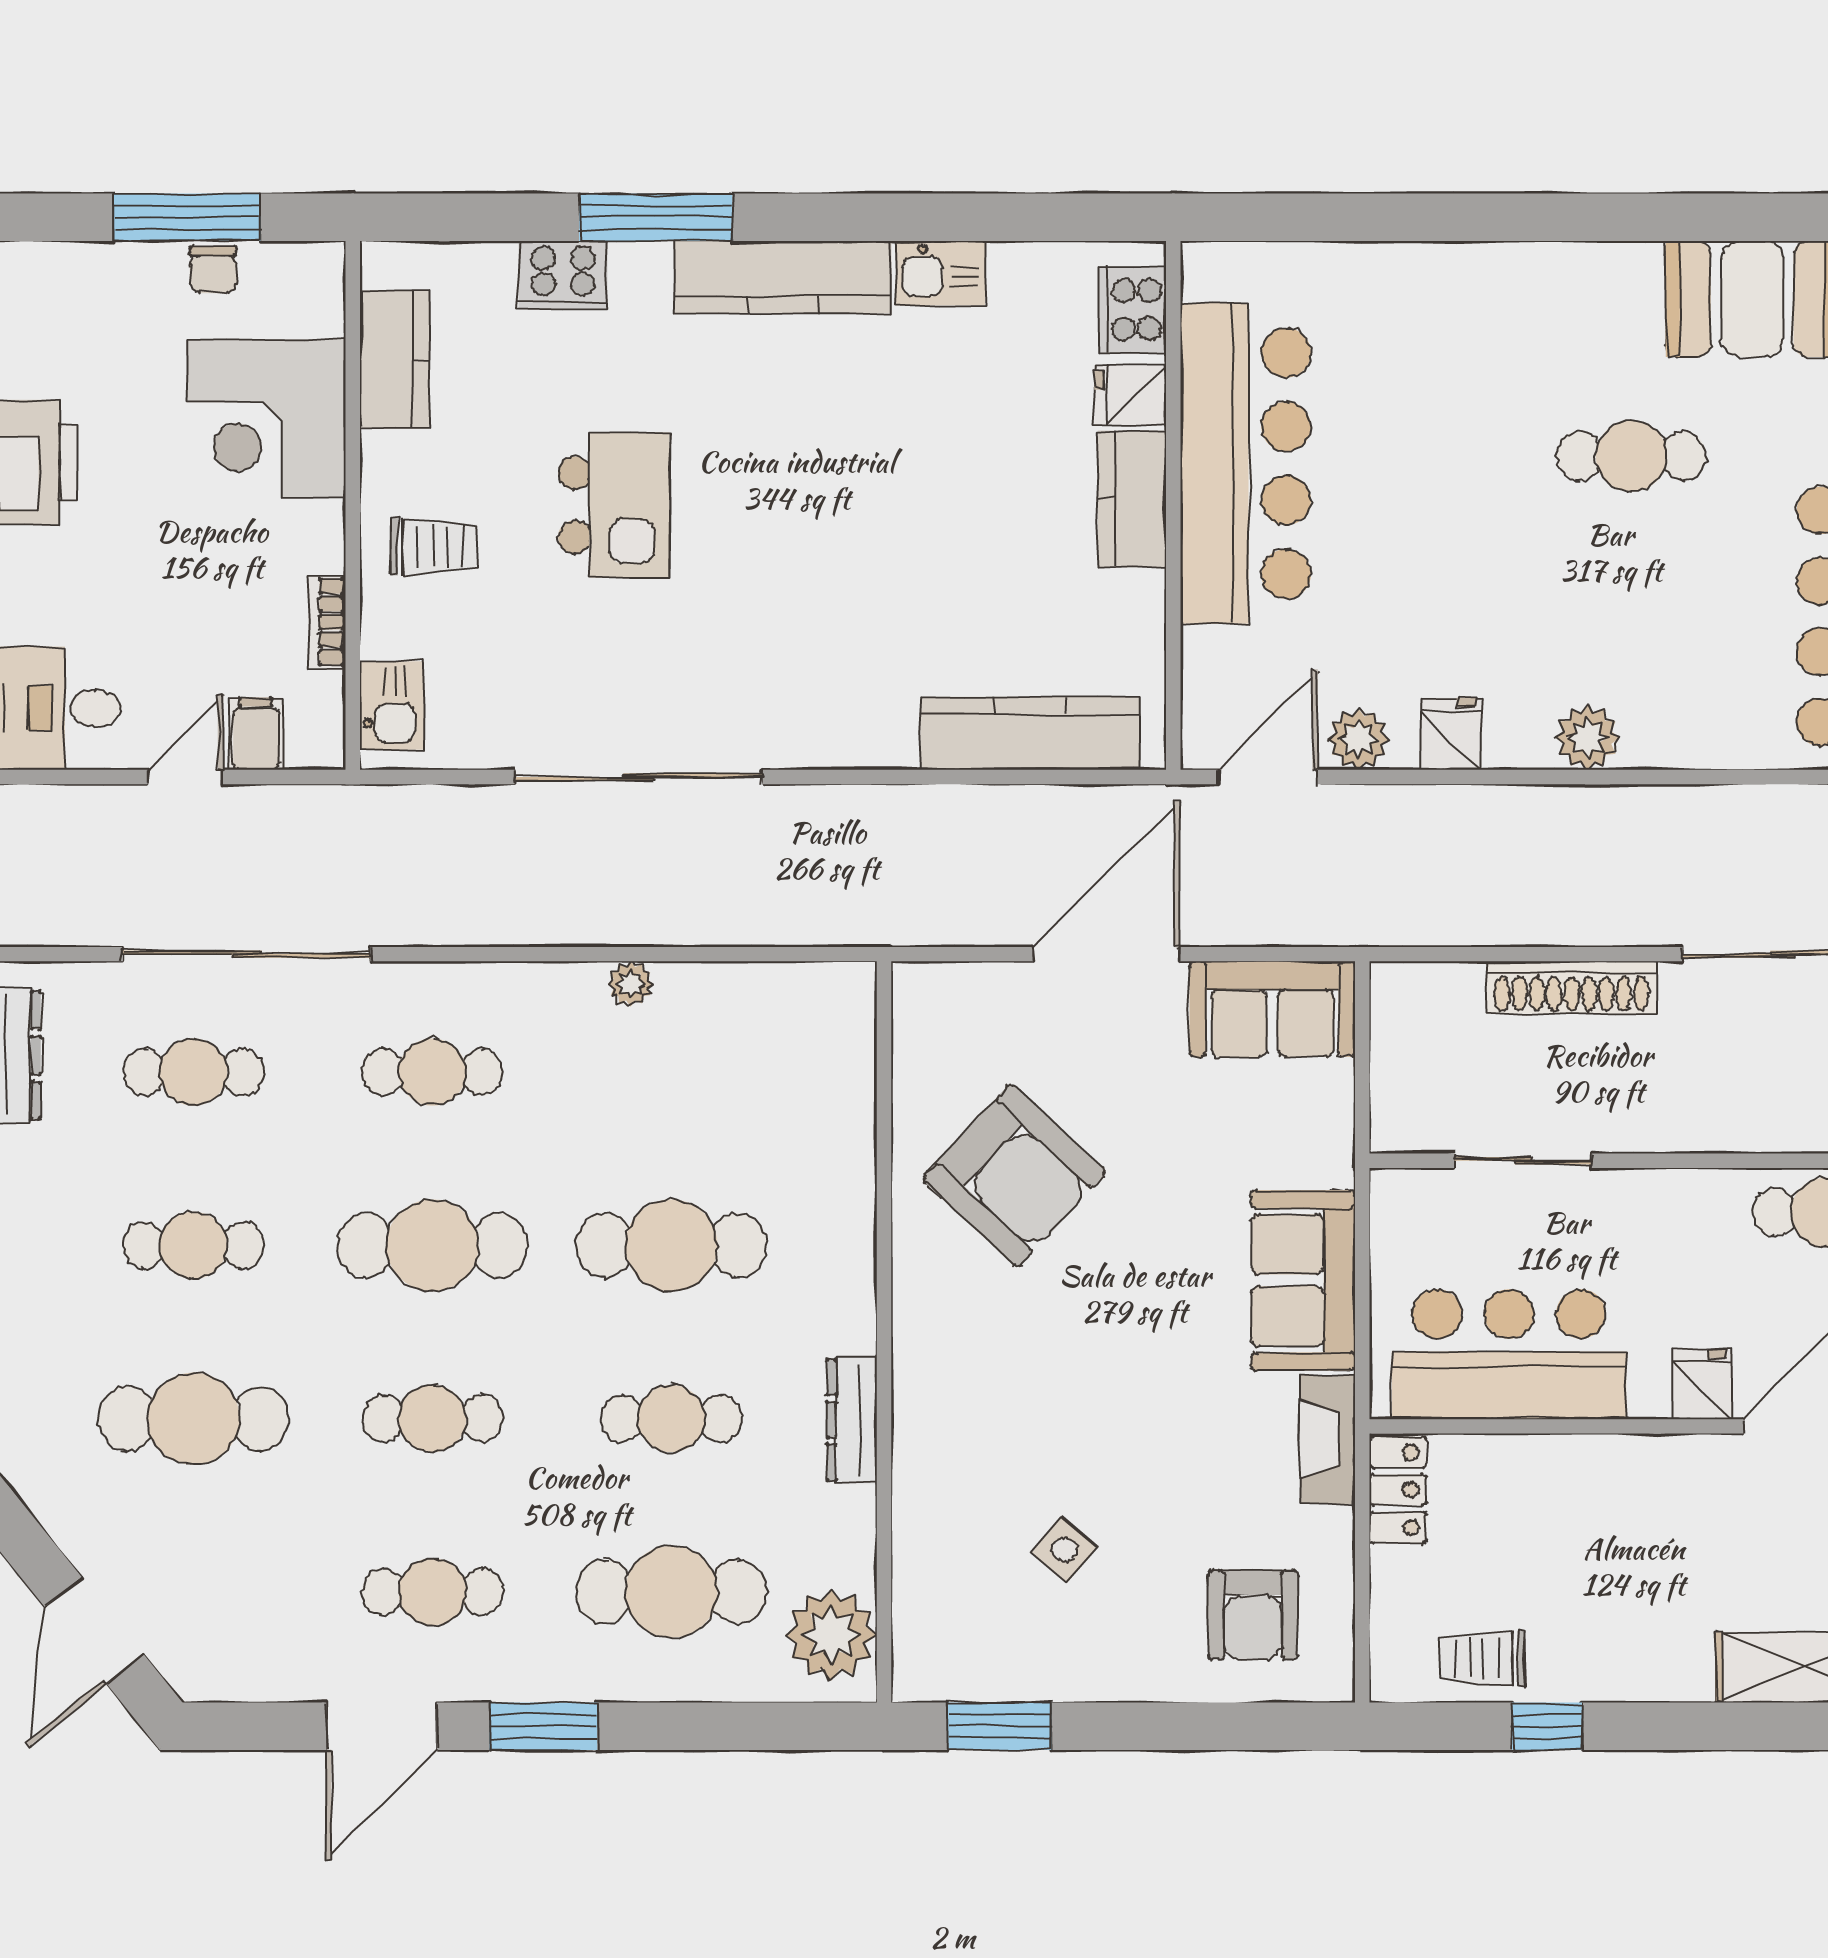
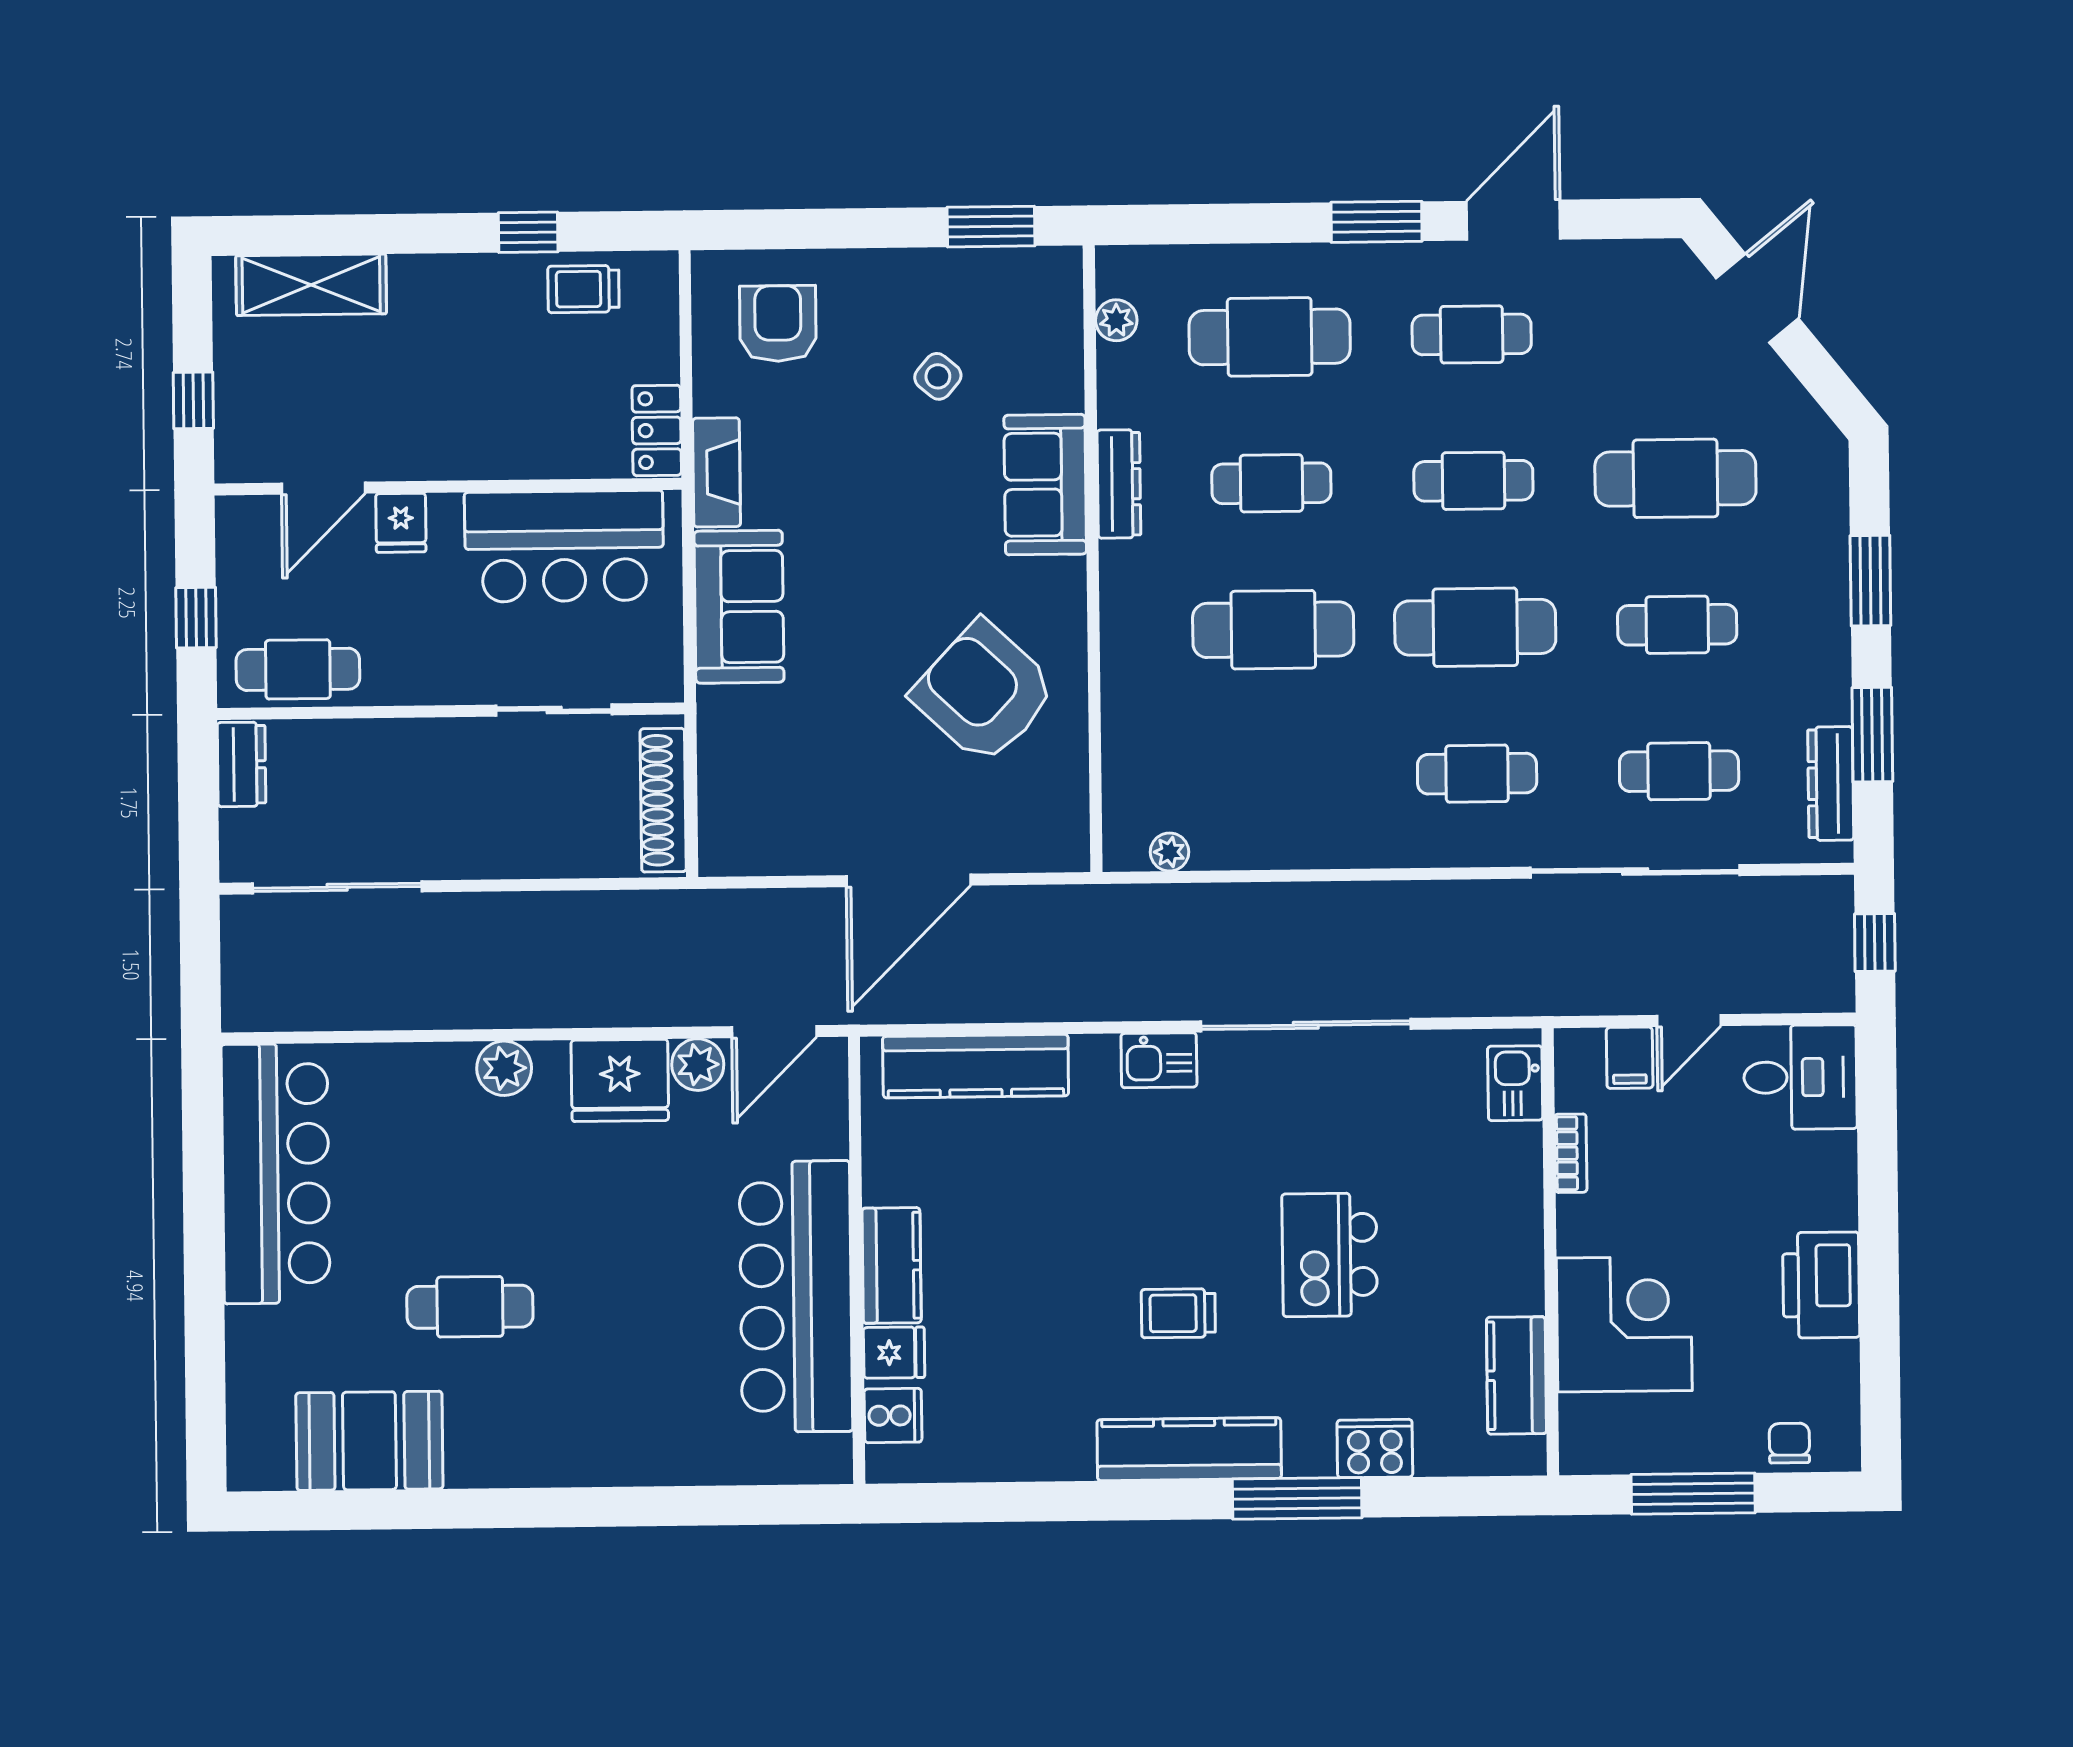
chair: (213, 270) -> (1789, 1443), moved
kitchen sink: (940, 273) -> (1159, 1060), moved, turned 180
cooker: (1133, 310) -> (893, 1416), width x0.73
trolley: (434, 547) -> (1178, 1313), moved
fridge: (1451, 734) -> (620, 1080), width x1.88, depth x1.34
plant: (631, 984) -> (1169, 852), moved
shoe rack: (1572, 987) -> (663, 800), moved, turned -90
sofa: (1272, 1009) -> (1045, 485), moved, turned -90
plant: (831, 1635) -> (1116, 320), width x0.53, depth x0.53
trolley: (1482, 1658) -> (583, 289), turned 180

